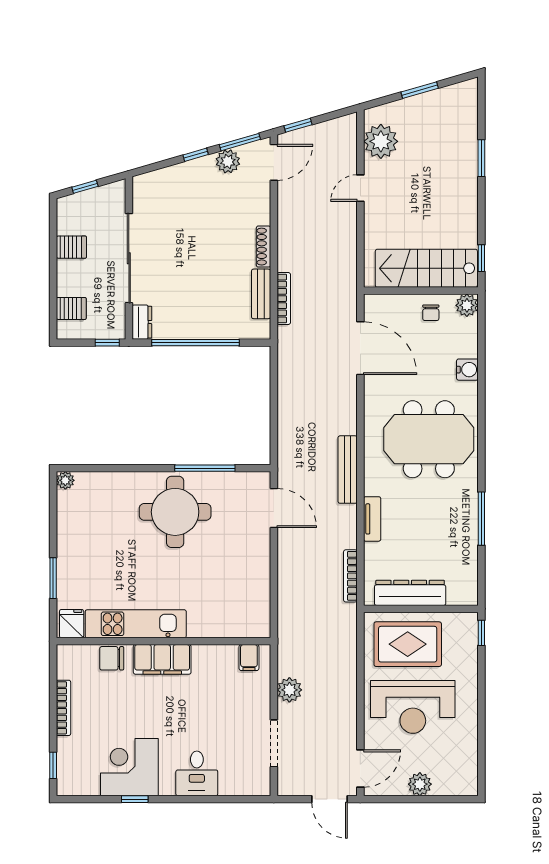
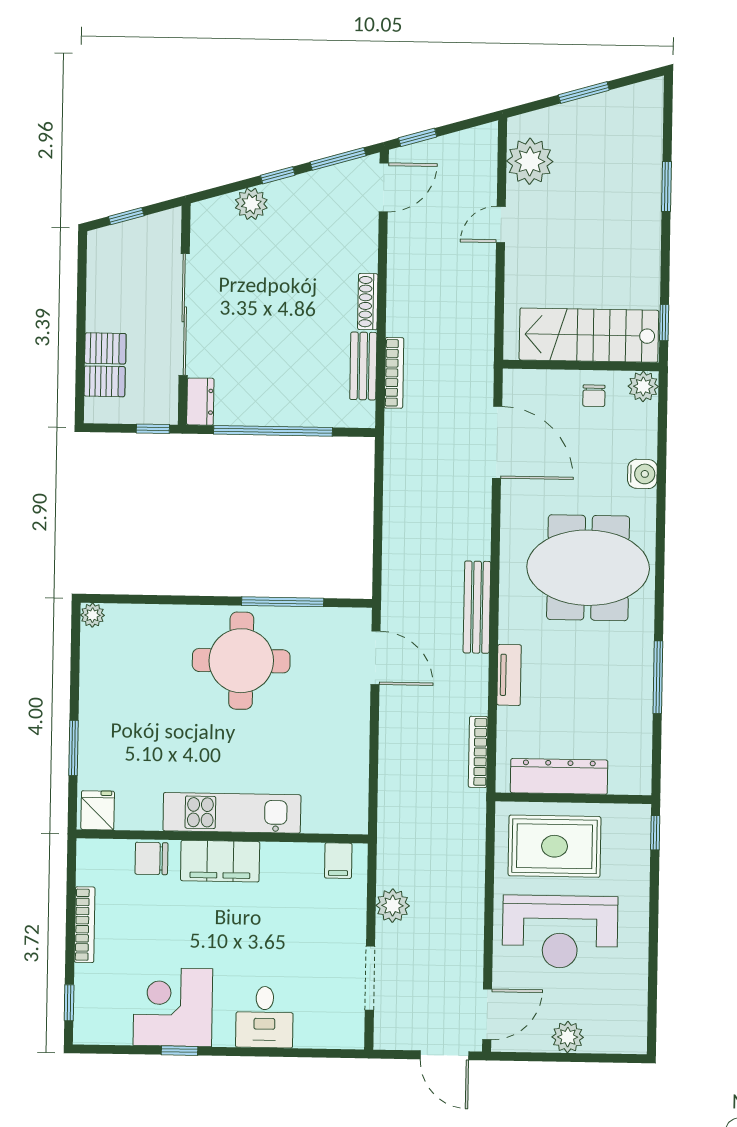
plant: (228, 161) -> (251, 204), moved
server rack: (71, 247) -> (105, 348), moved
kitchen unit: (136, 624) -> (232, 813), moved

